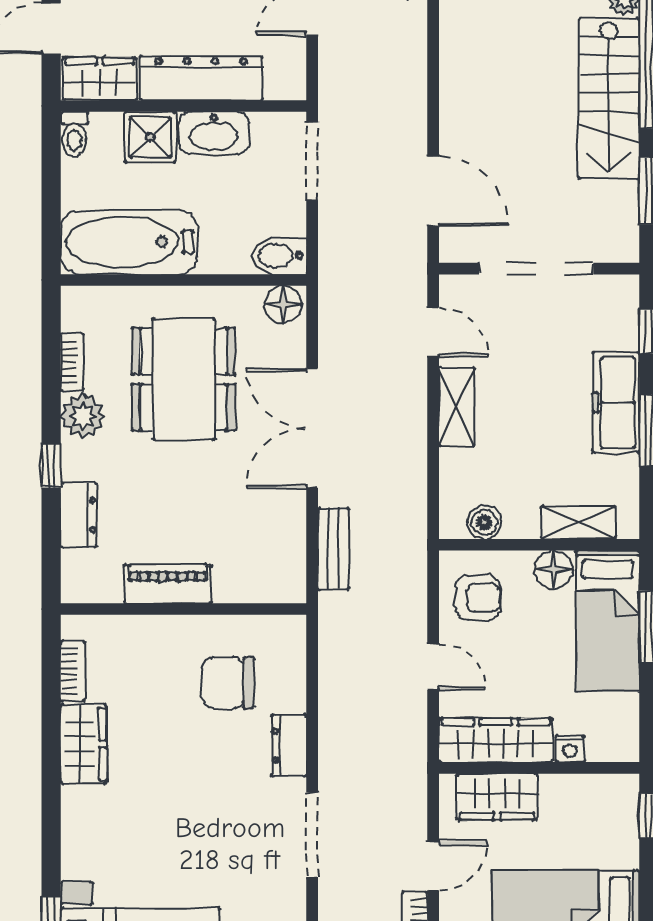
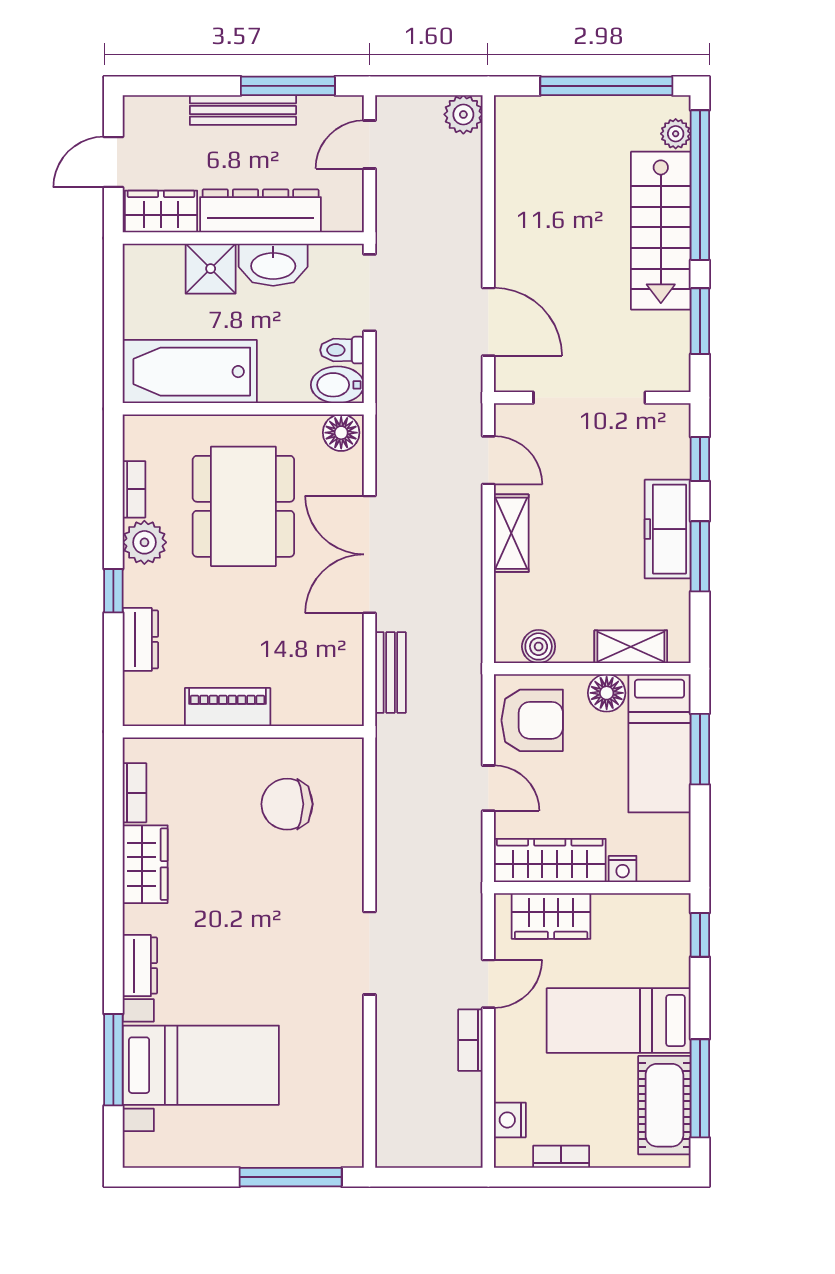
toilet: (74, 134) -> (342, 350), moved, turned 90
armchair: (478, 597) -> (532, 720), width x1.38, depth x1.38
dresser: (289, 746) -> (140, 966), moved, turned 180

